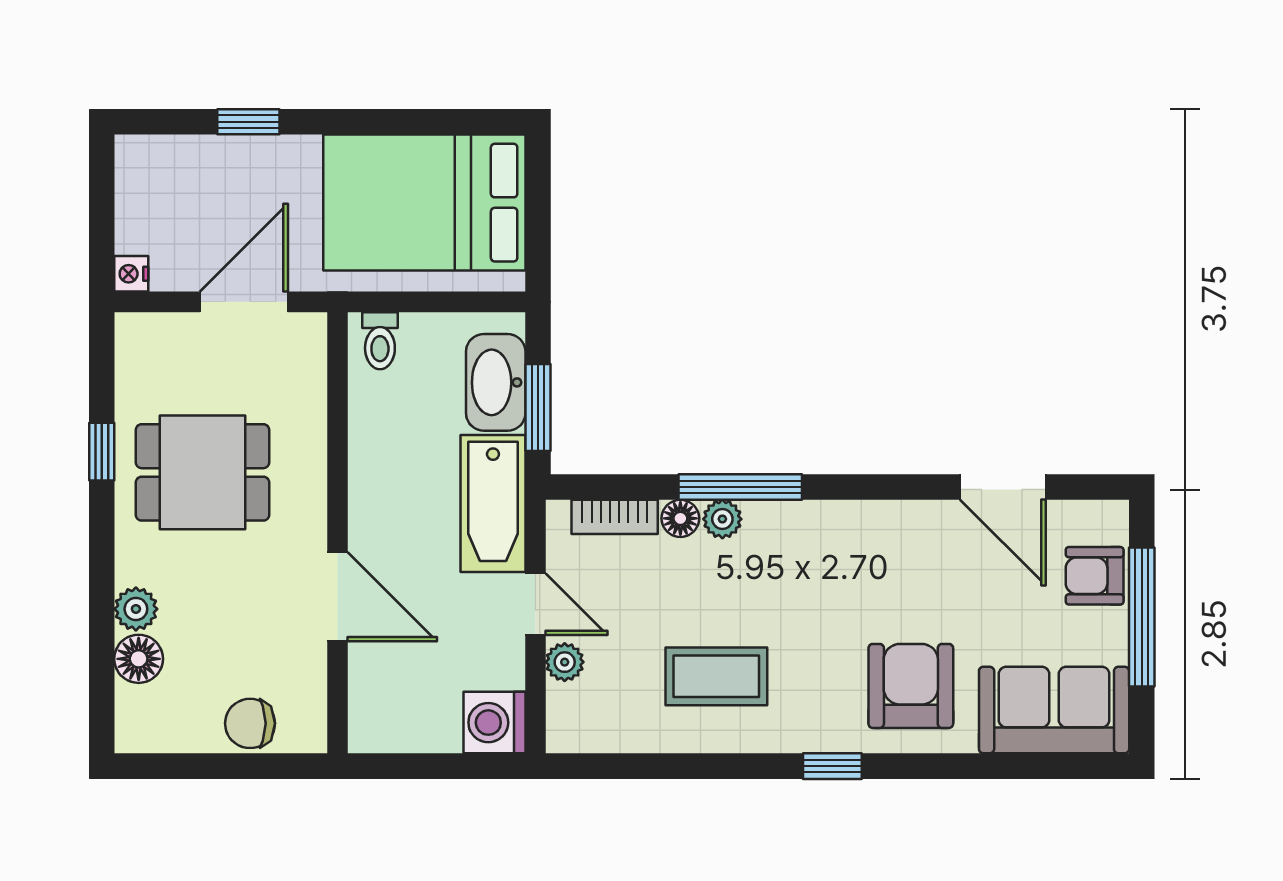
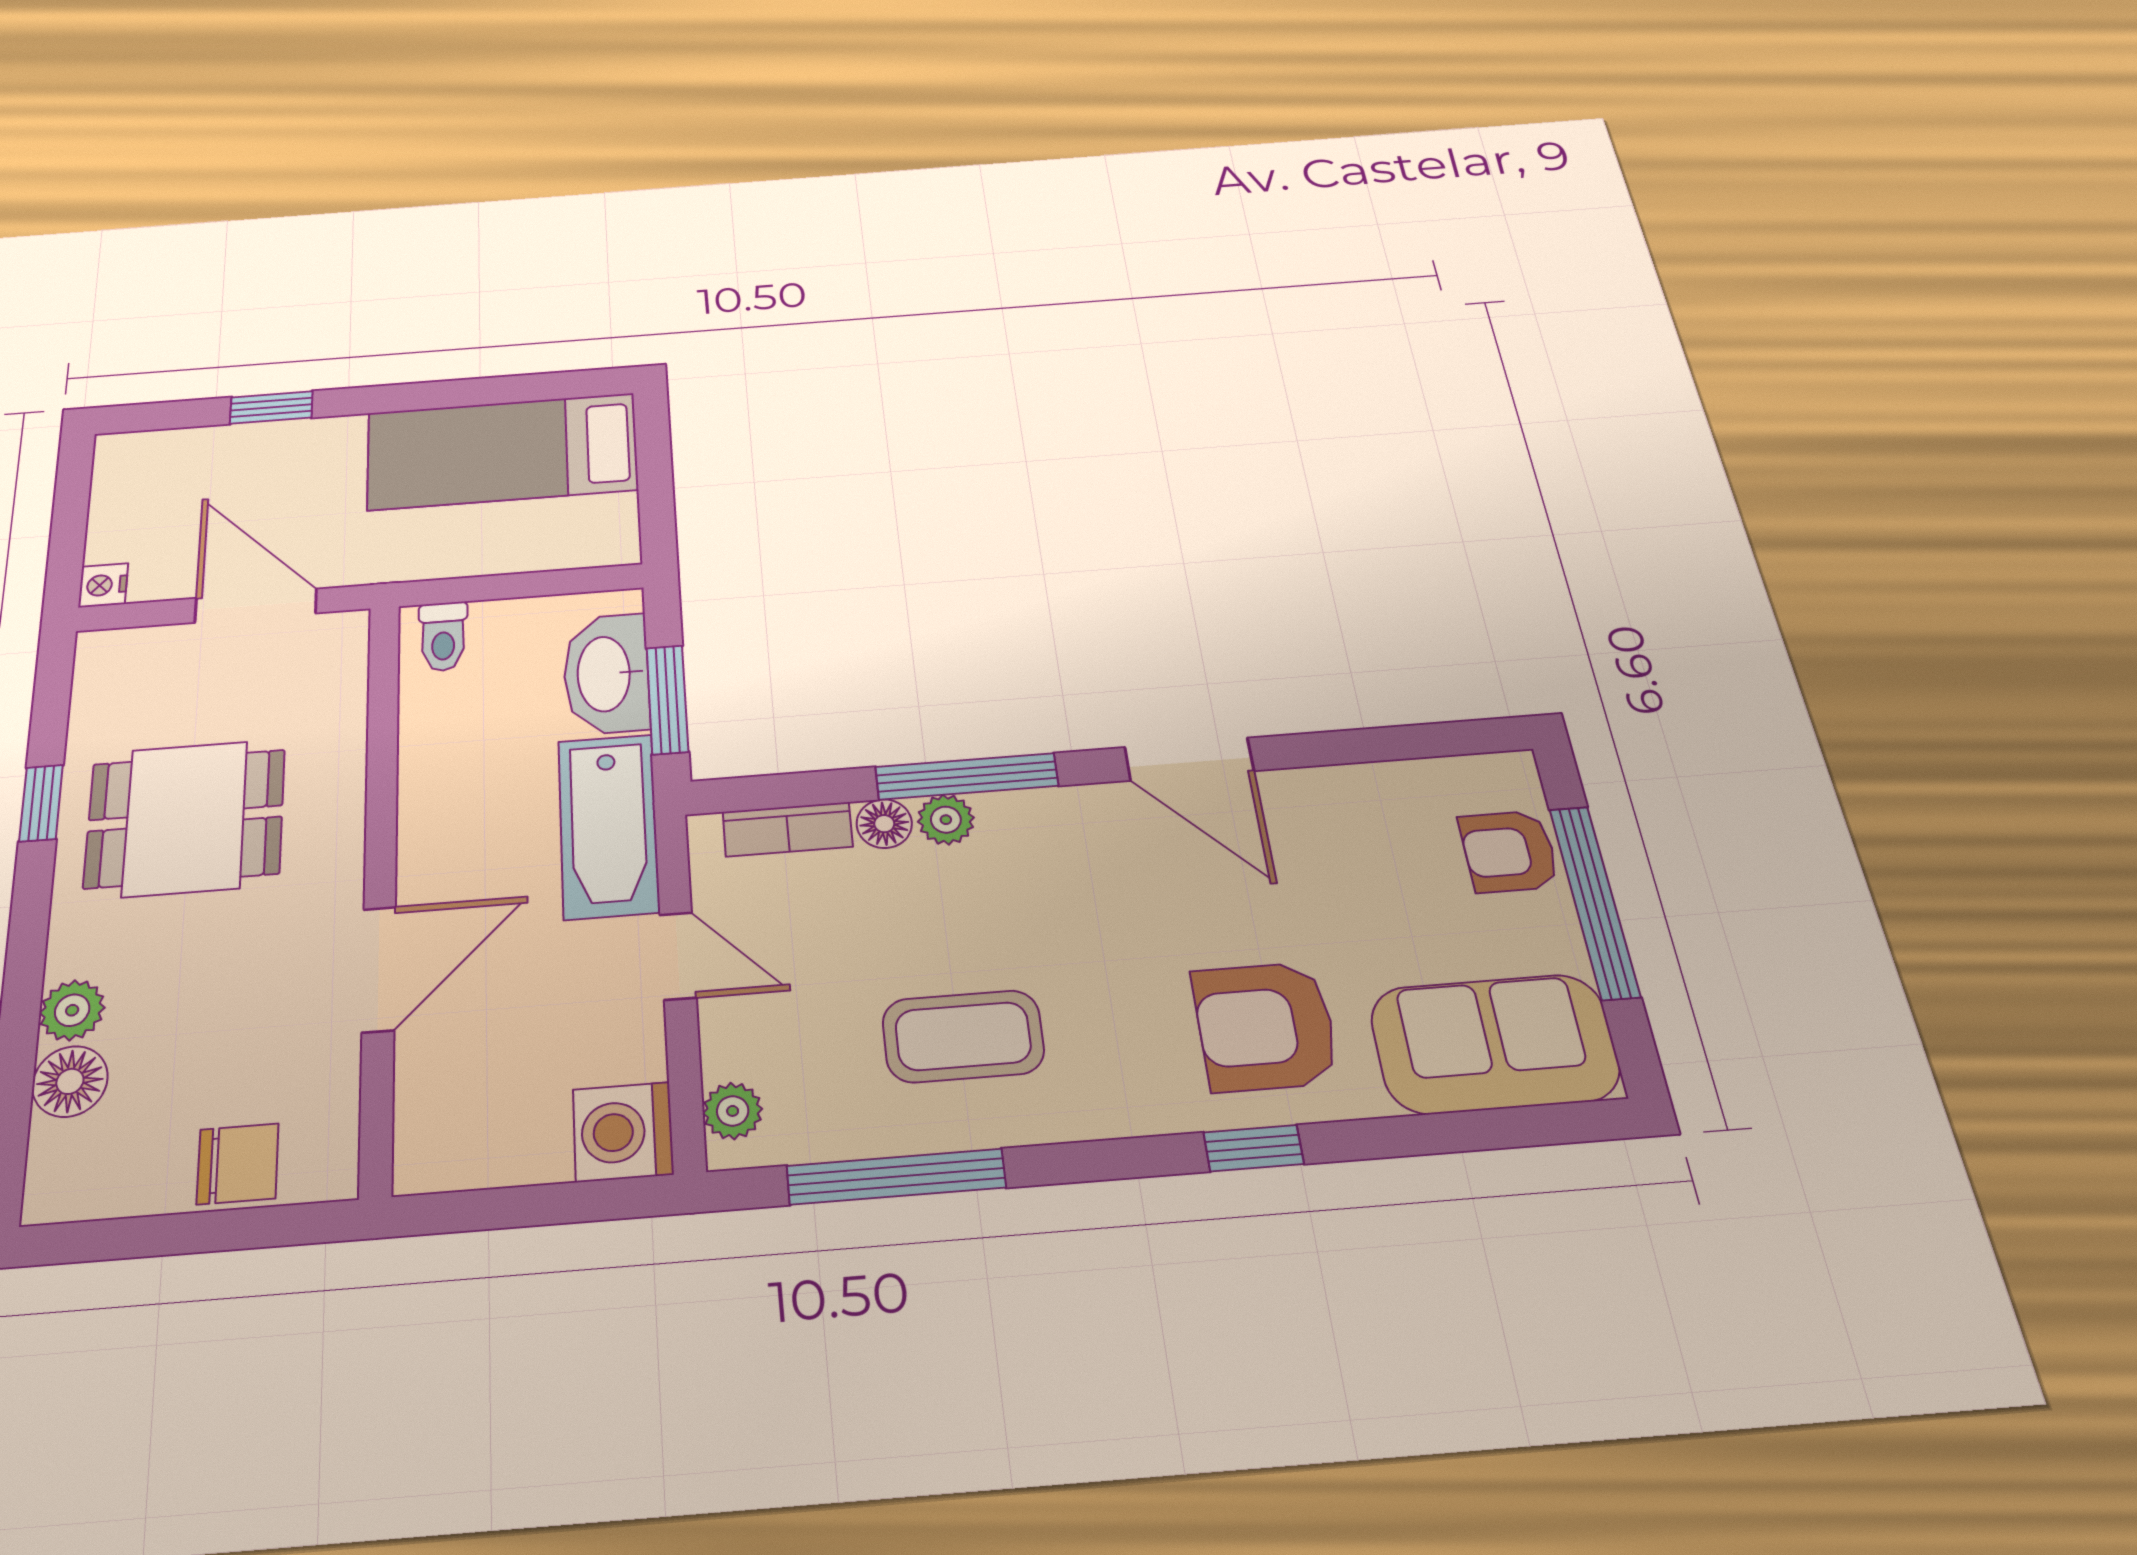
bed: (424, 203) -> (502, 451), width x0.67
door: (244, 302) -> (256, 606), hinge flipped
door: (1003, 487) -> (1189, 759), moved
door: (338, 597) -> (379, 969), hinge flipped
plant: (565, 662) -> (733, 1111), moved
armchair: (911, 686) -> (1265, 1026), turned -90
chair: (250, 723) -> (238, 1164), turned 180
window: (664, 766) -> (896, 1177), added
window: (832, 766) -> (1254, 1148), moved

